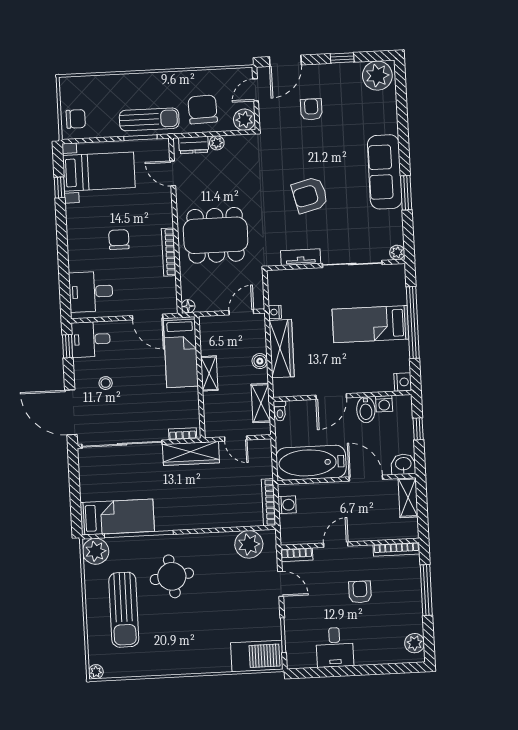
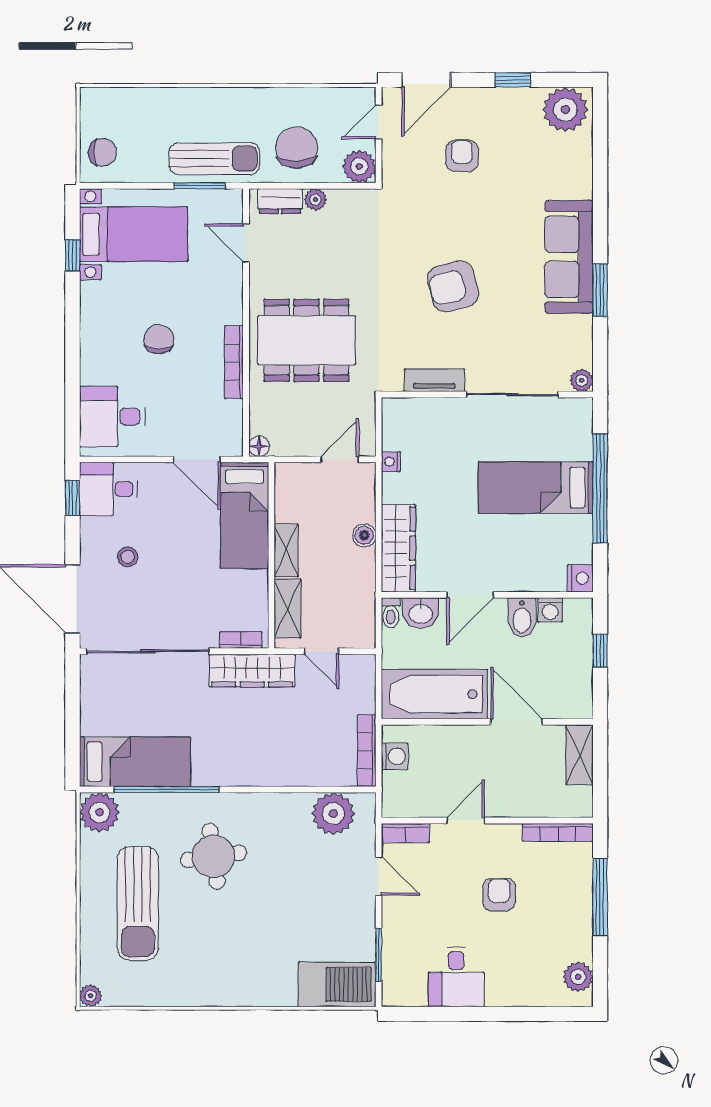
wardrobe: (282, 349) -> (398, 548), moved
shelving: (261, 403) -> (288, 609), moved
washbasin: (403, 464) -> (421, 613), moved, turned 180

